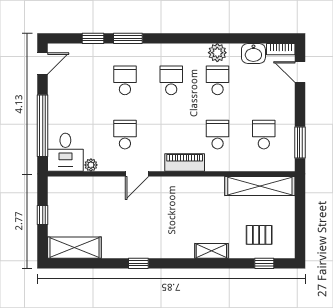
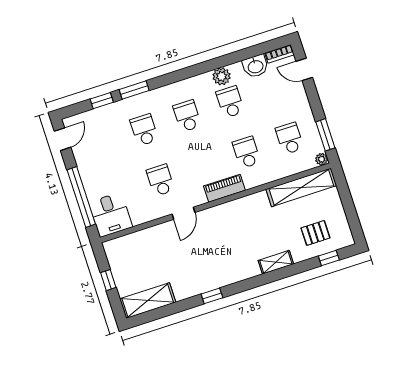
plant: (91, 165) -> (322, 159), moved

